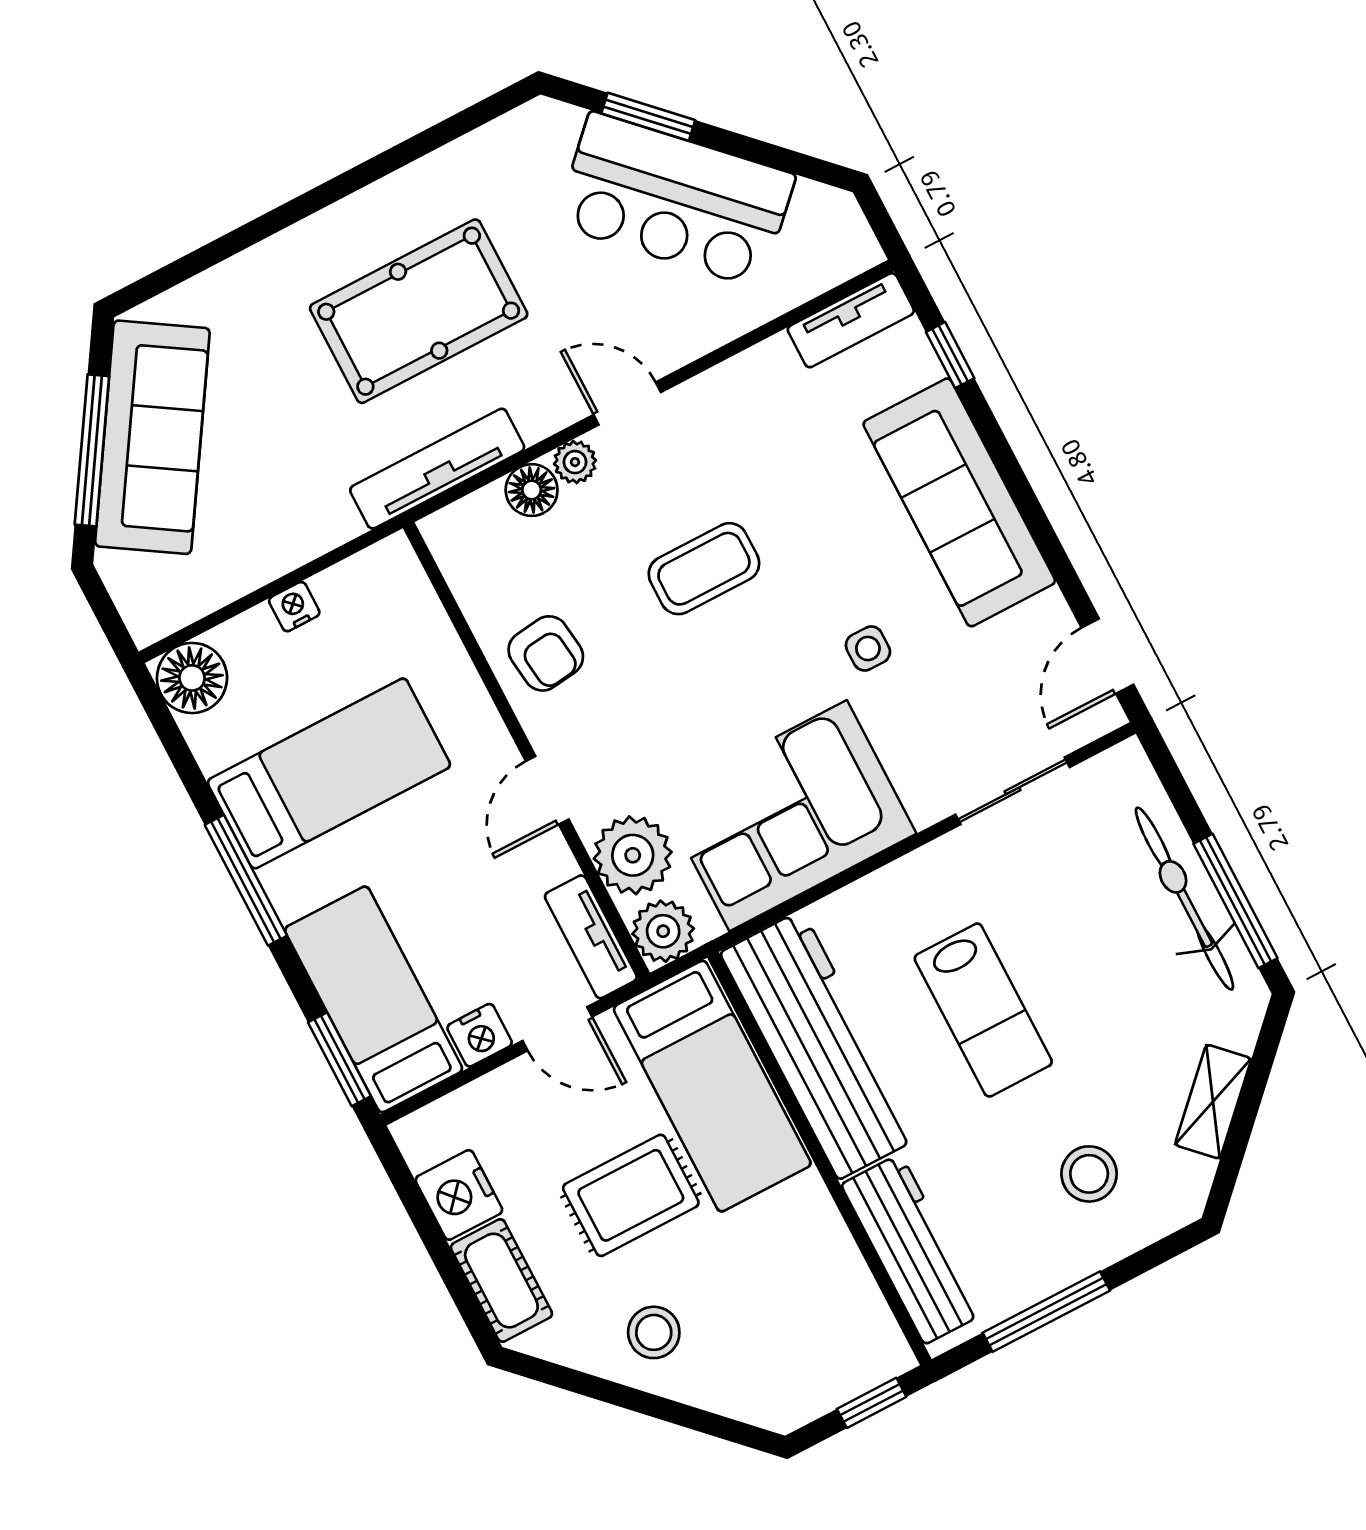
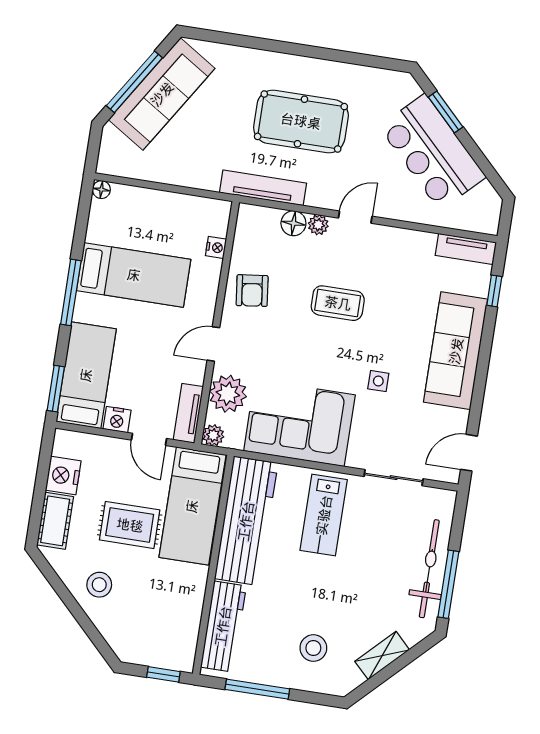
door: (627, 404) -> (355, 217), hinge flipped
nightstand: (294, 607) -> (216, 247), moved, turned 90
floor lamp: (192, 678) -> (101, 190), width x0.53, depth x0.53
plant: (663, 931) -> (213, 435), width x0.73, depth x0.73
lab bench: (983, 1010) -> (324, 515), moved

